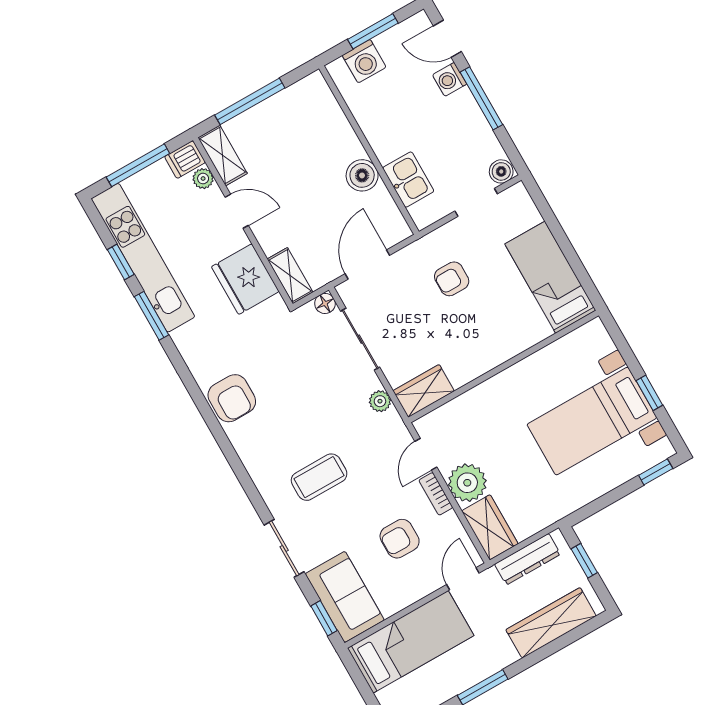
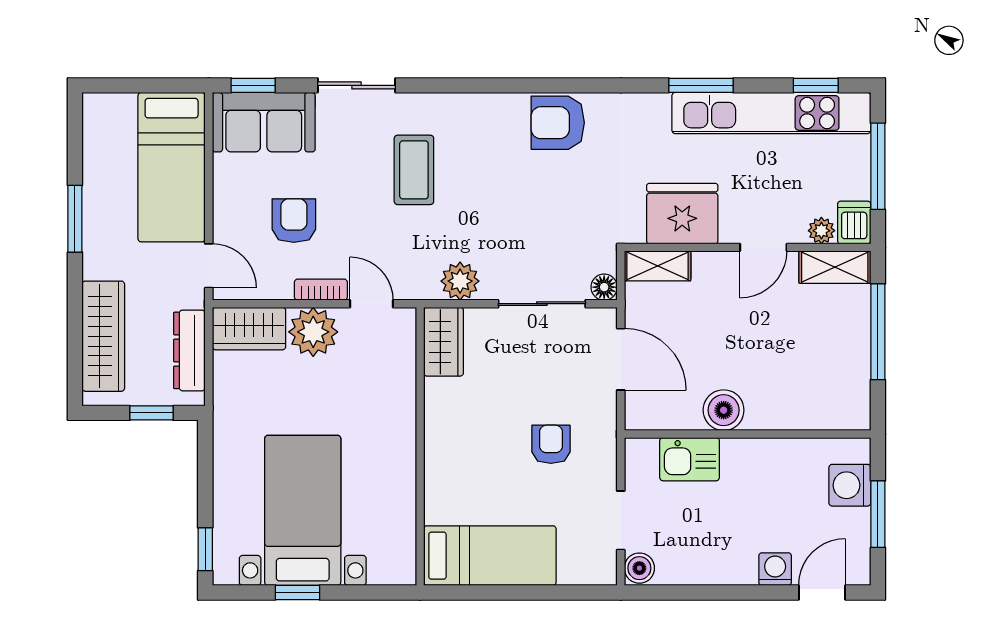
window: (481, 98) -> (734, 592), removed
window: (121, 262) -> (816, 85), moved
plant: (380, 401) -> (460, 281), width x1.38, depth x1.38

